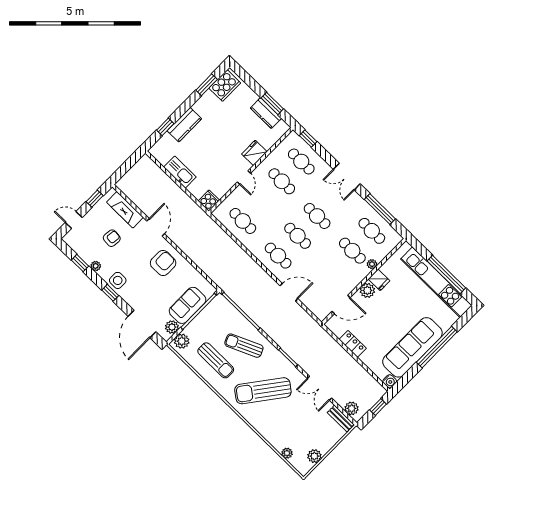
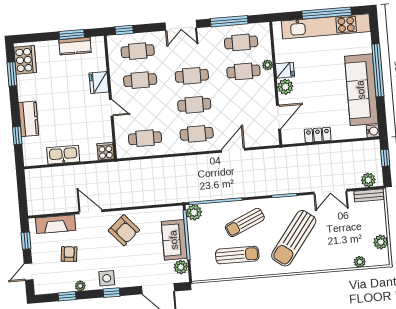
armchair: (163, 263) -> (124, 230), turned 139
plant: (182, 341) -> (194, 212), moved

